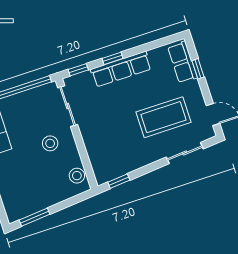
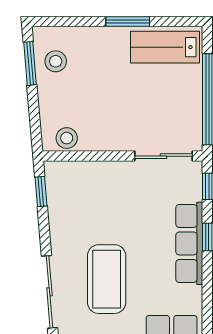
stool: (50, 143) -> (56, 61), moved
sliding door: (185, 153) -> (49, 292), width x1.37

